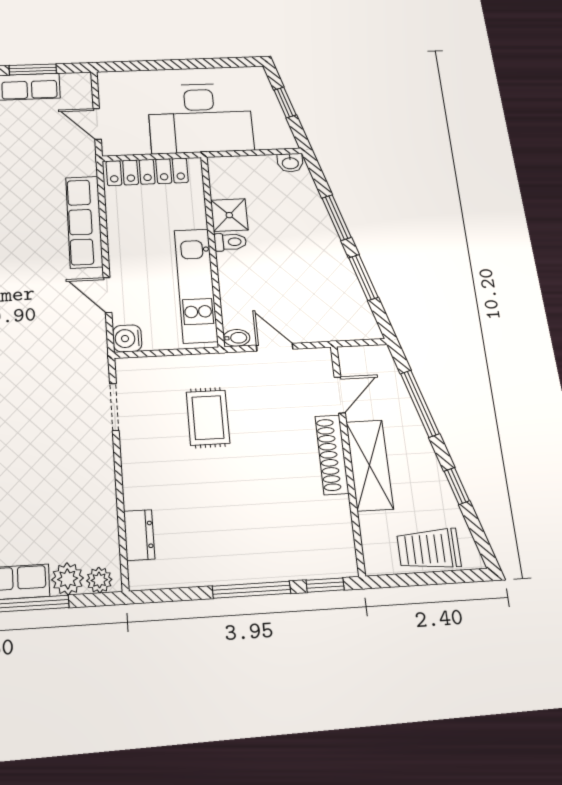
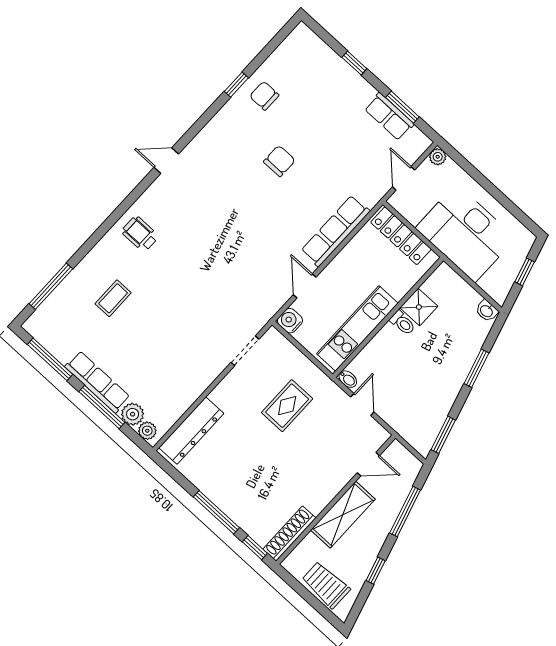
plant: (108, 81) -> (438, 157), added
window: (363, 277) -> (443, 435), moved
shoe rack: (332, 455) -> (289, 534), moved
dresser: (139, 535) -> (191, 431), width x1.96, depth x1.24

